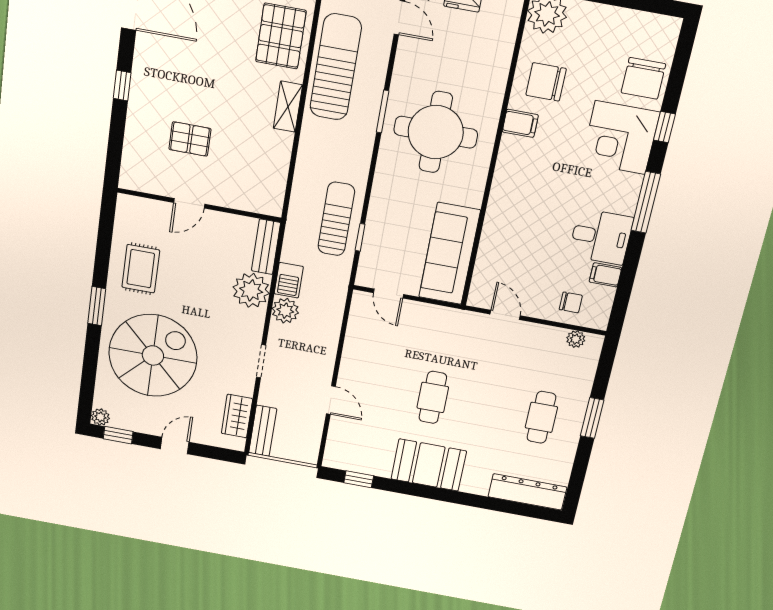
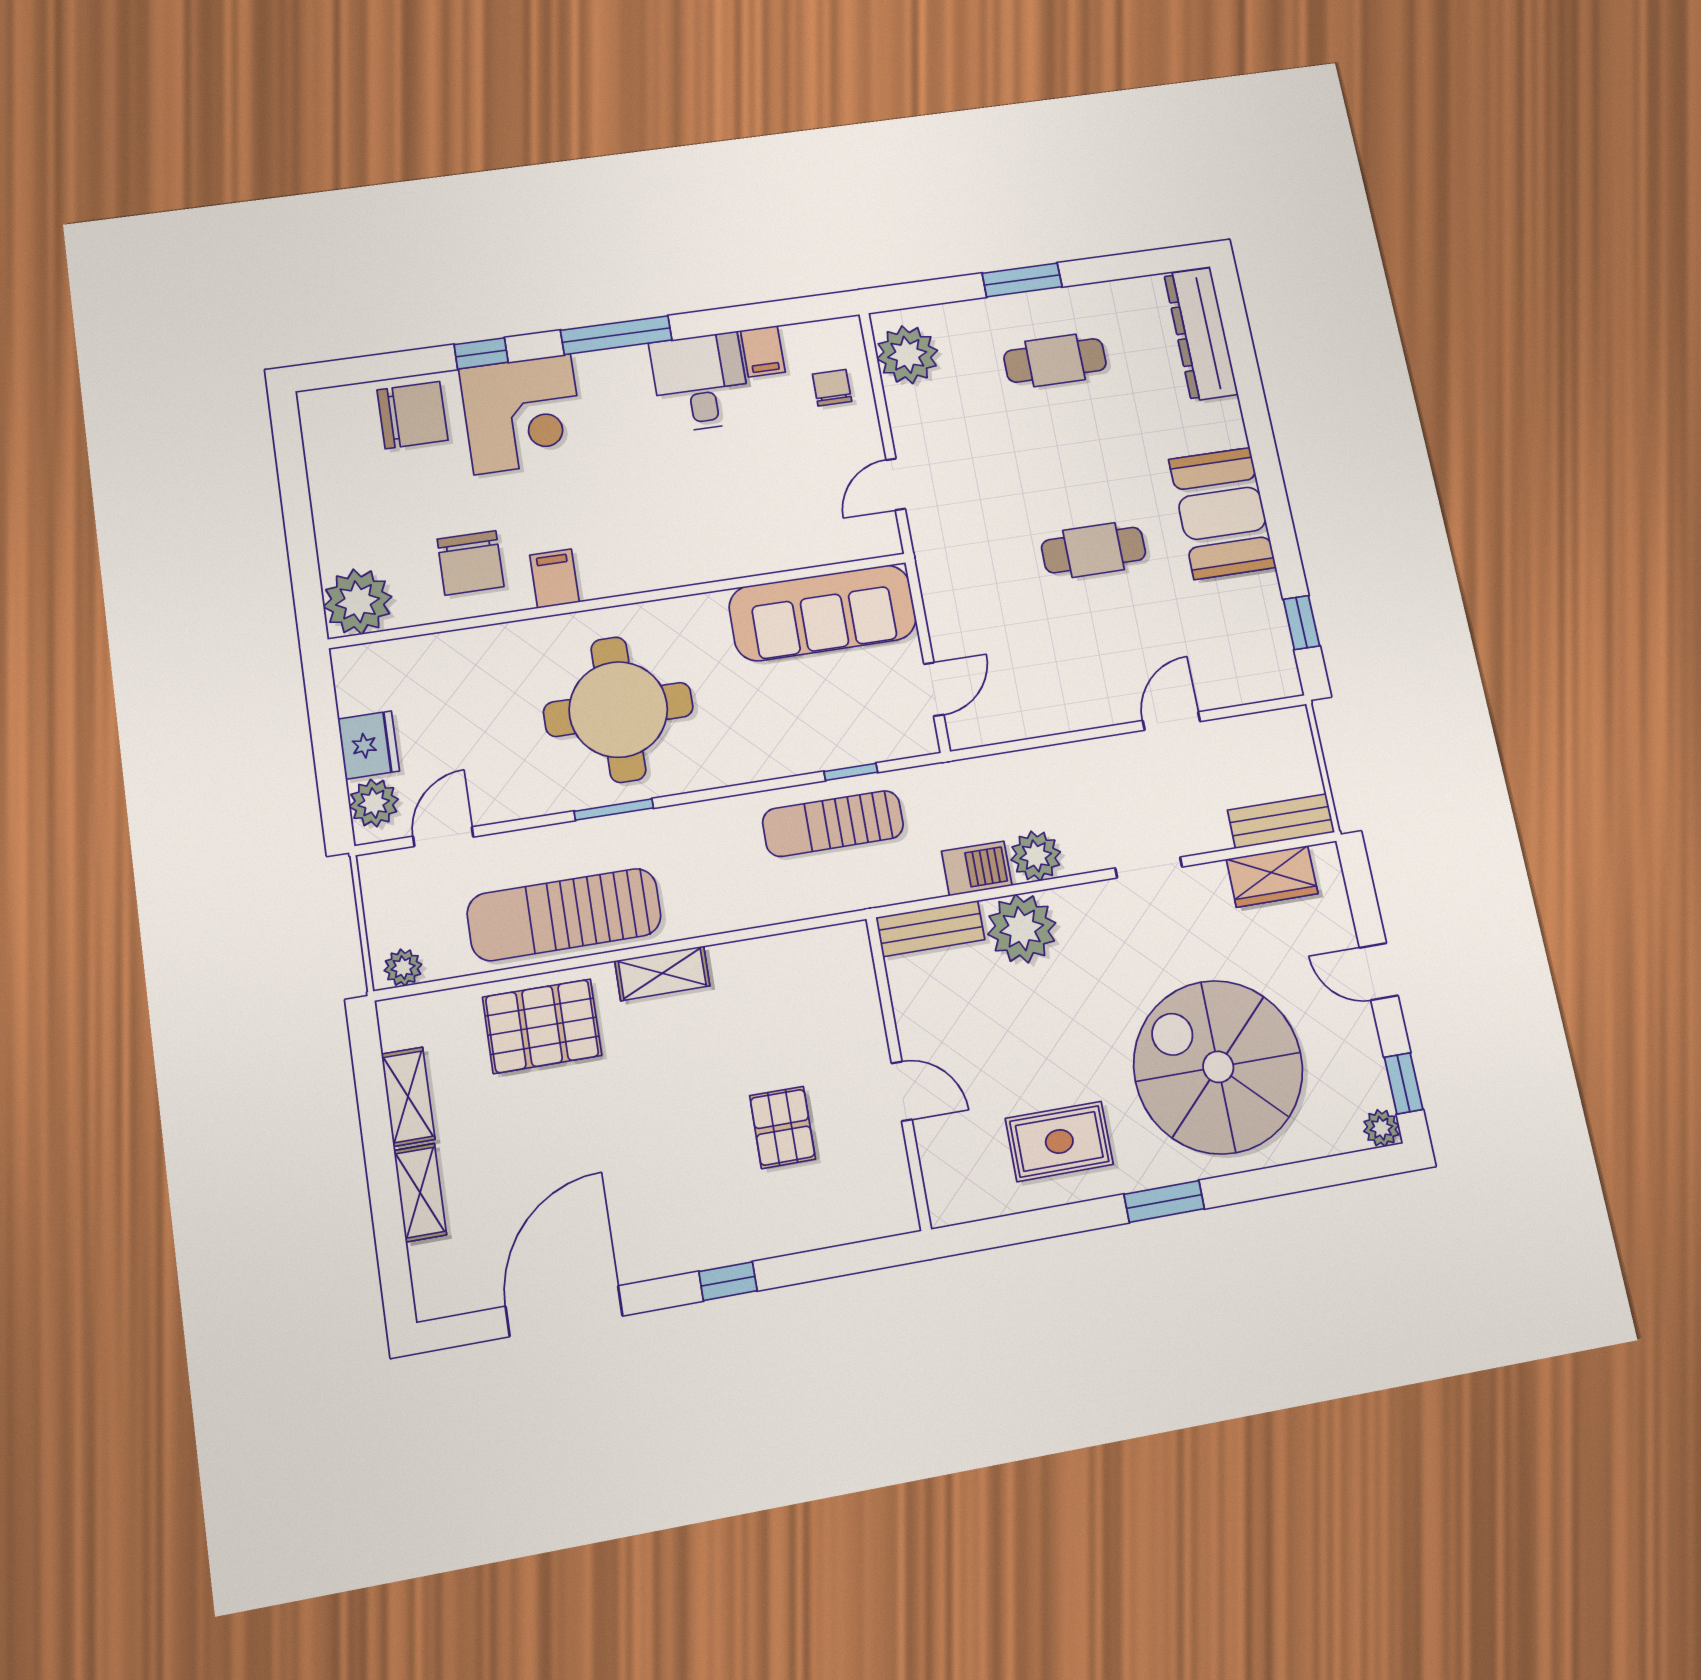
plant: (576, 339) -> (907, 355), width x1.87, depth x1.87

